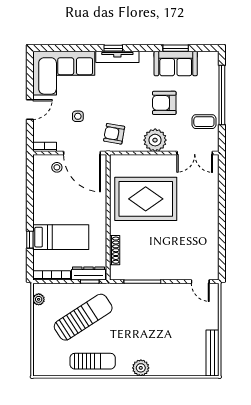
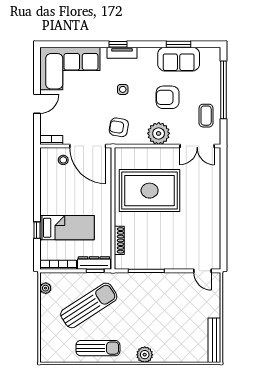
tv unit: (117, 57) -> (122, 53), width x0.71
side table: (78, 116) -> (123, 89), moved
coffee table: (204, 122) -> (206, 116), turned 90

